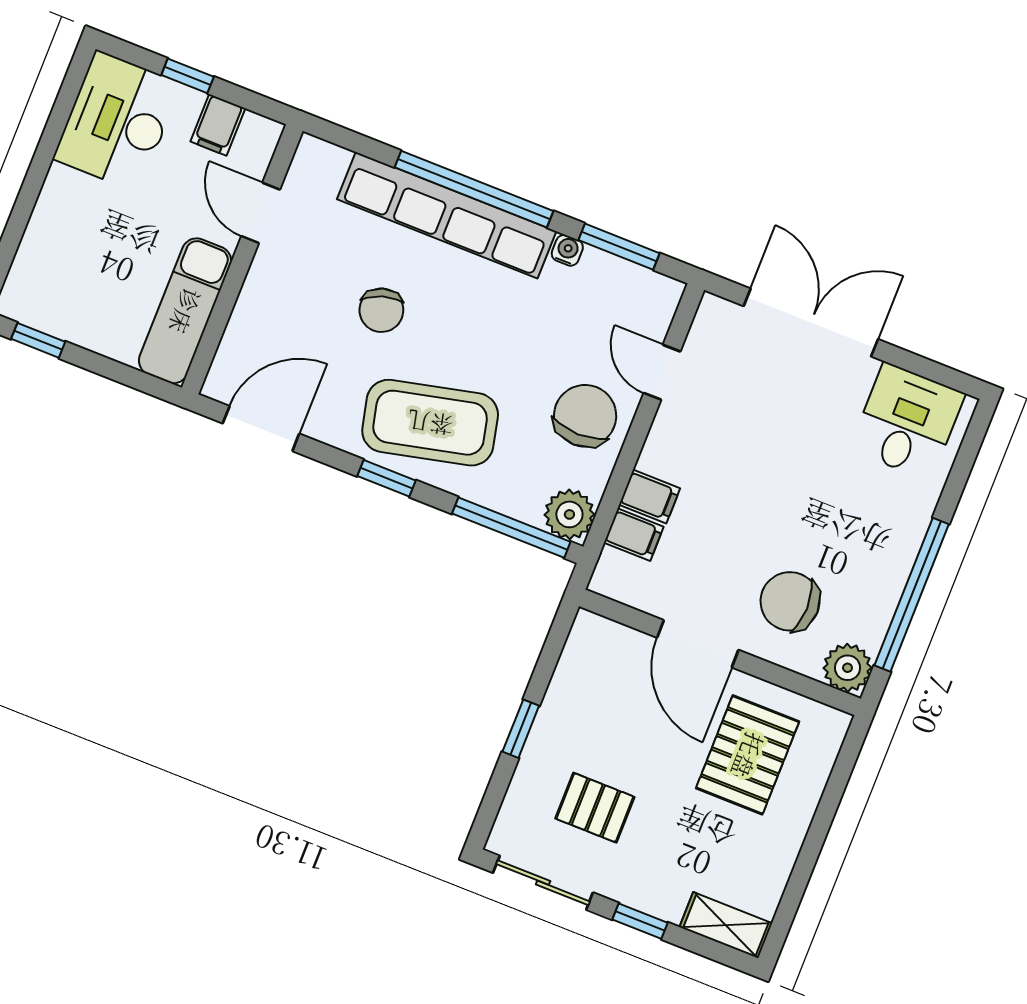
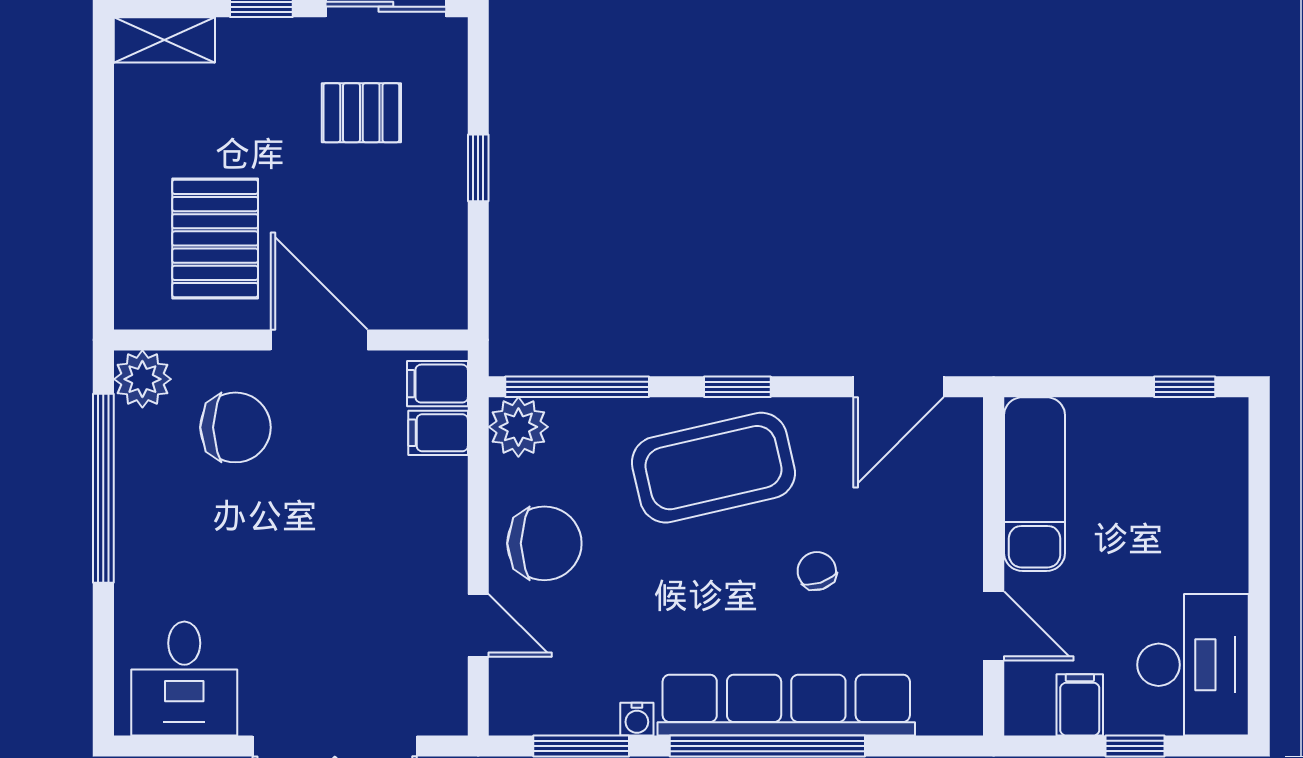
chair: (381, 310) -> (817, 571), width x0.73, depth x0.73
chair: (585, 416) -> (544, 543), turned -90
filing cabinet: (650, 497) -> (437, 384), moved

